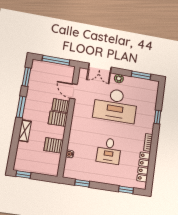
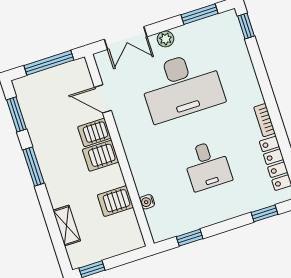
window: (158, 117) -> (246, 26), moved
shelving: (25, 131) -> (67, 226), moved

